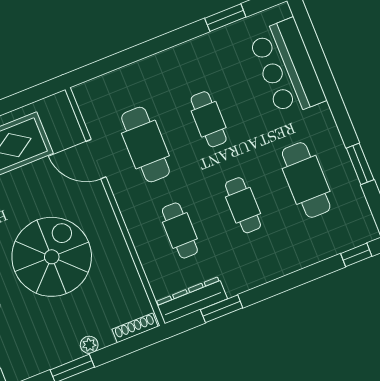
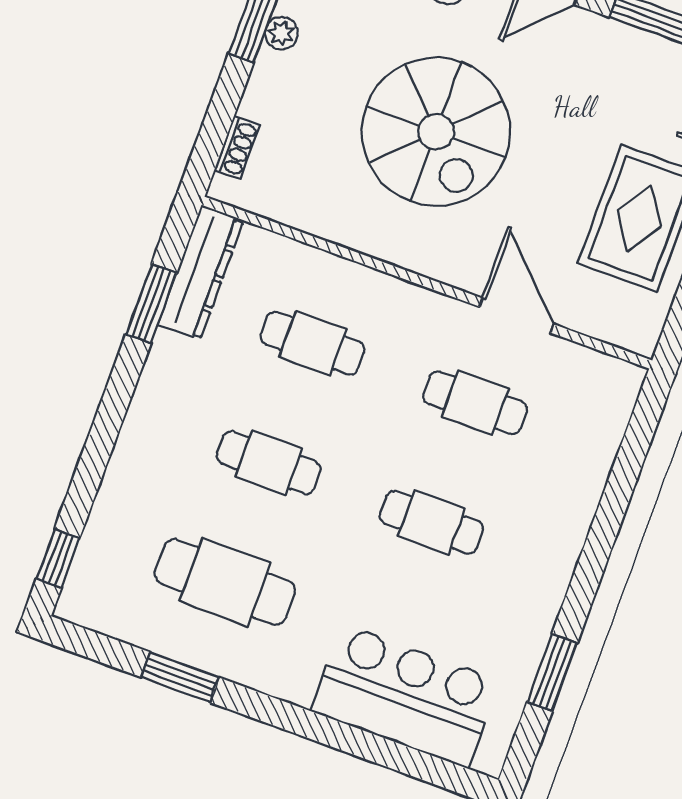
cafe table: (145, 145) -> (475, 403), width x0.73, depth x0.74
door: (96, 159) -> (516, 315), hinge flipped
shoe rack: (135, 328) -> (237, 147), width x0.70
plant: (89, 345) -> (282, 33), moved

